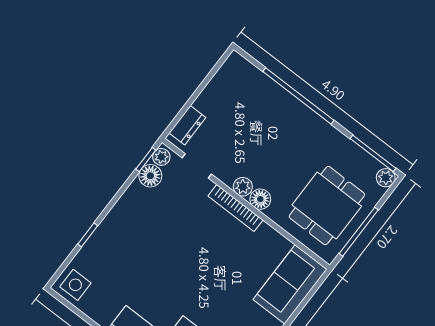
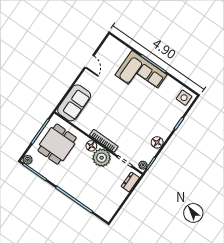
floor lamp: (150, 176) -> (157, 142), moved
plant: (243, 187) -> (102, 158), width x1.87, depth x1.87

